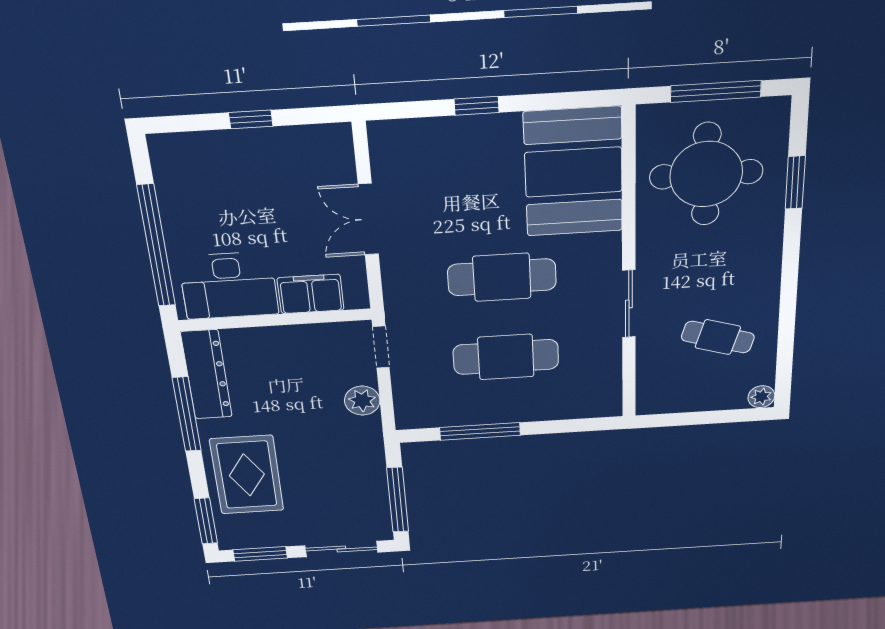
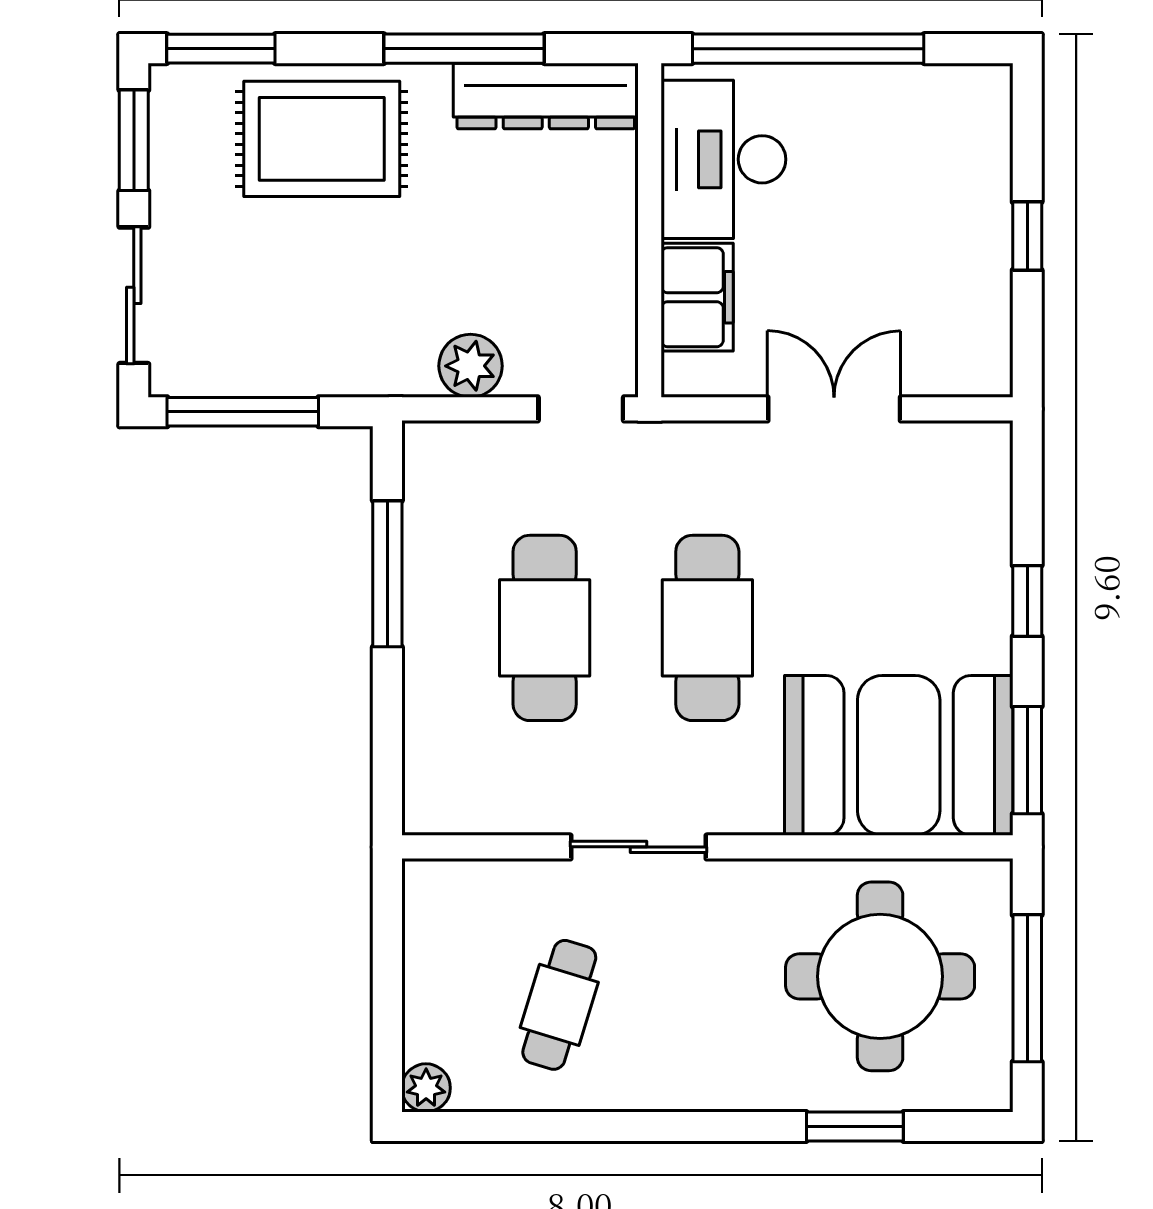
window: (575, 100) -> (1027, 760), added

